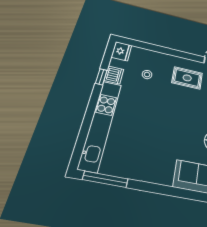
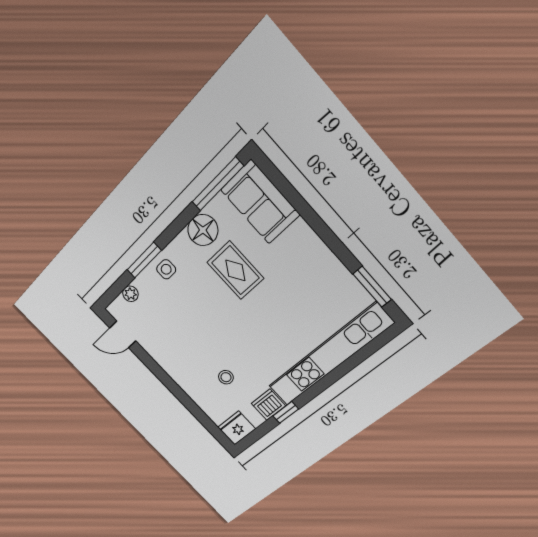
rug: (187, 78) -> (235, 270), moved
window: (105, 179) -> (372, 287), width x0.69

